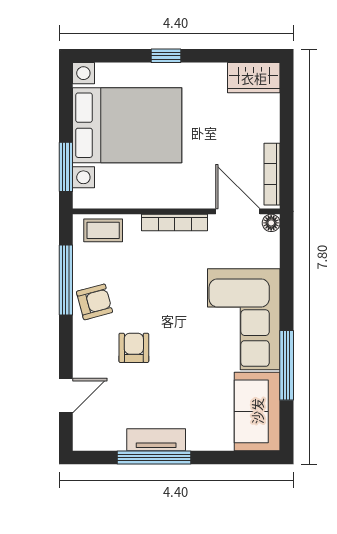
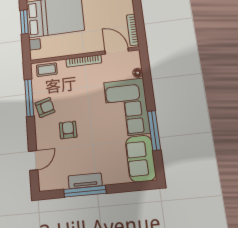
window: (66, 167) -> (24, 22), moved
floor lamp: (271, 223) -> (138, 73), moved

